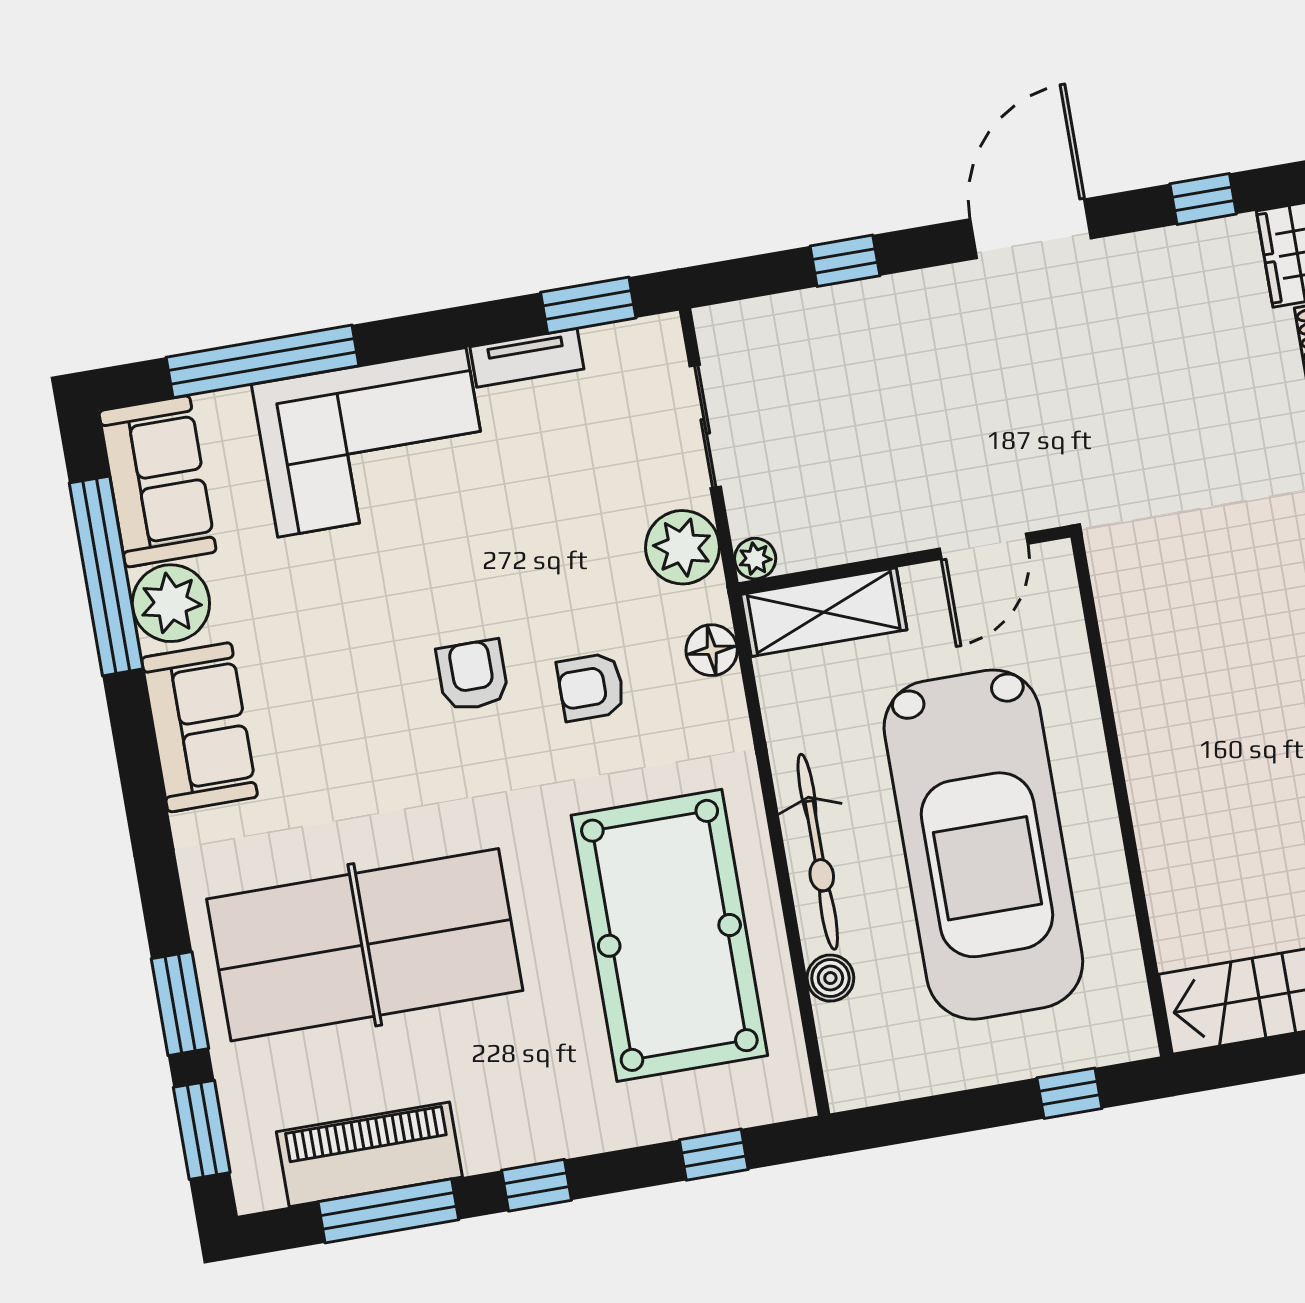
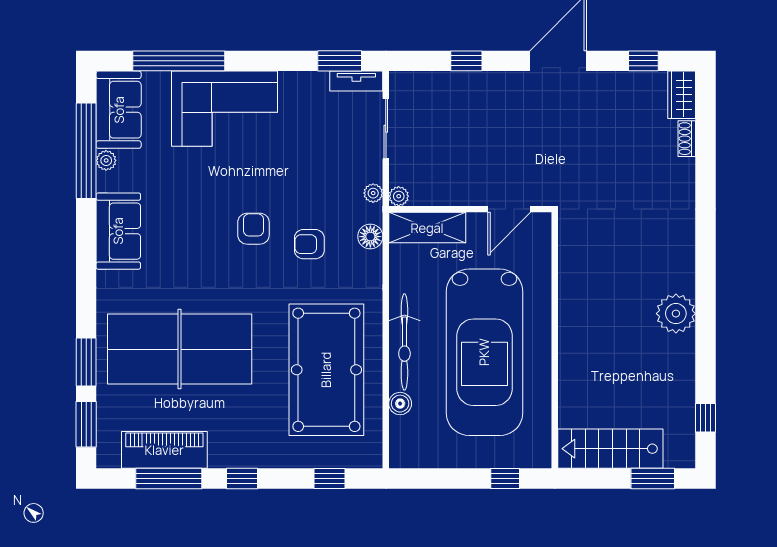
tv unit: (527, 358) -> (356, 81), moved
plant: (682, 547) -> (373, 193), width x0.53, depth x0.53
plant: (171, 603) -> (106, 160), width x0.53, depth x0.53

